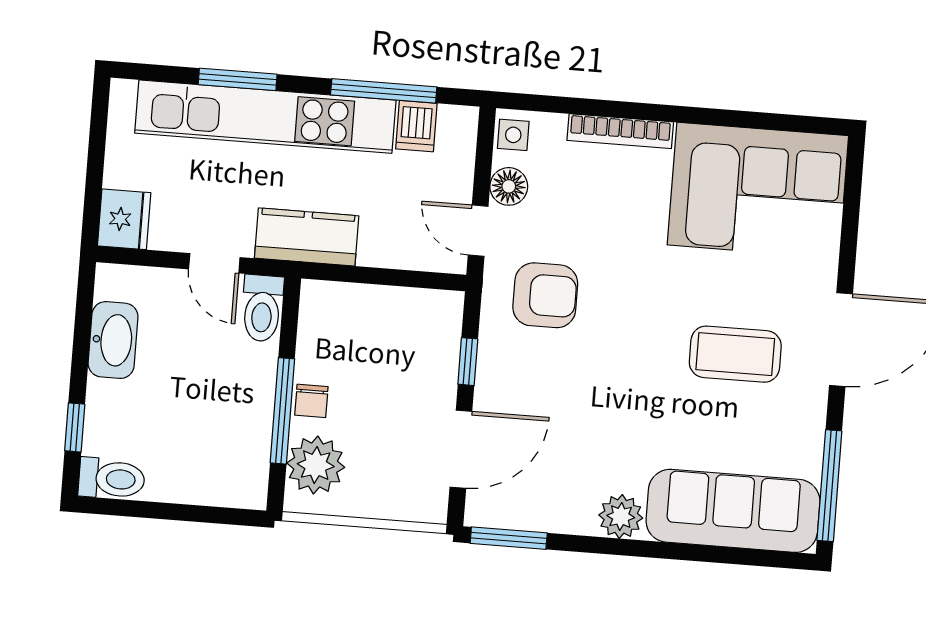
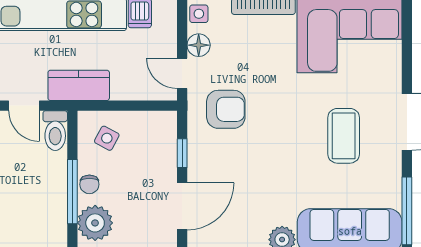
side table: (346, 327) -> (107, 138), added
coffee table: (735, 354) -> (344, 136), turned 90

